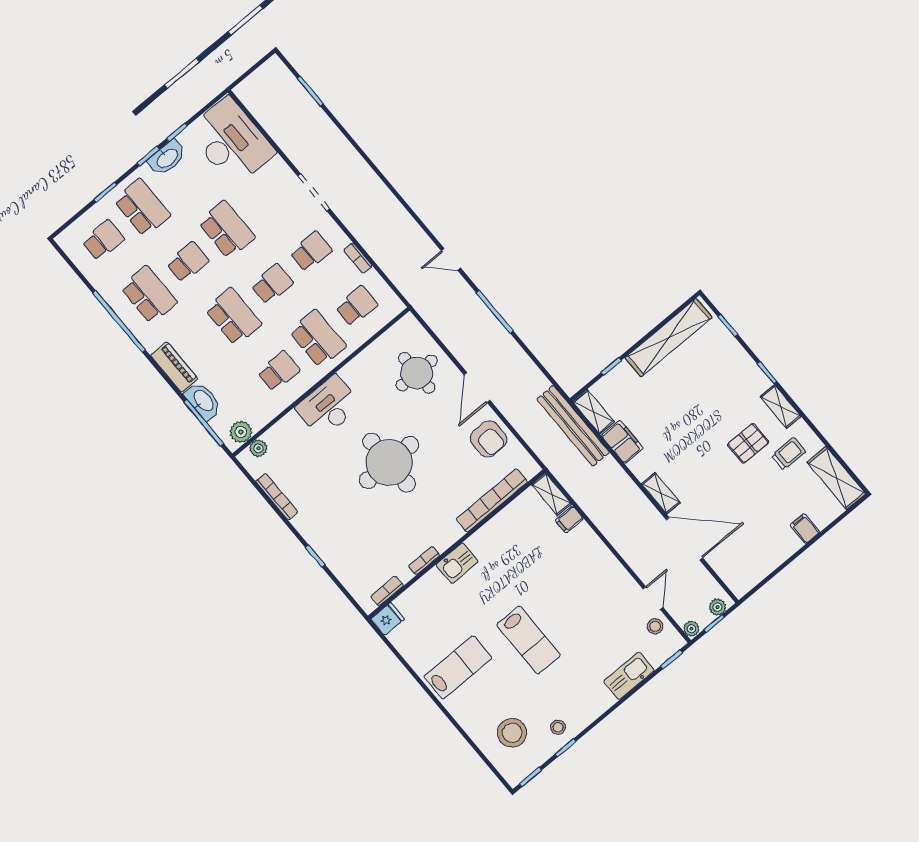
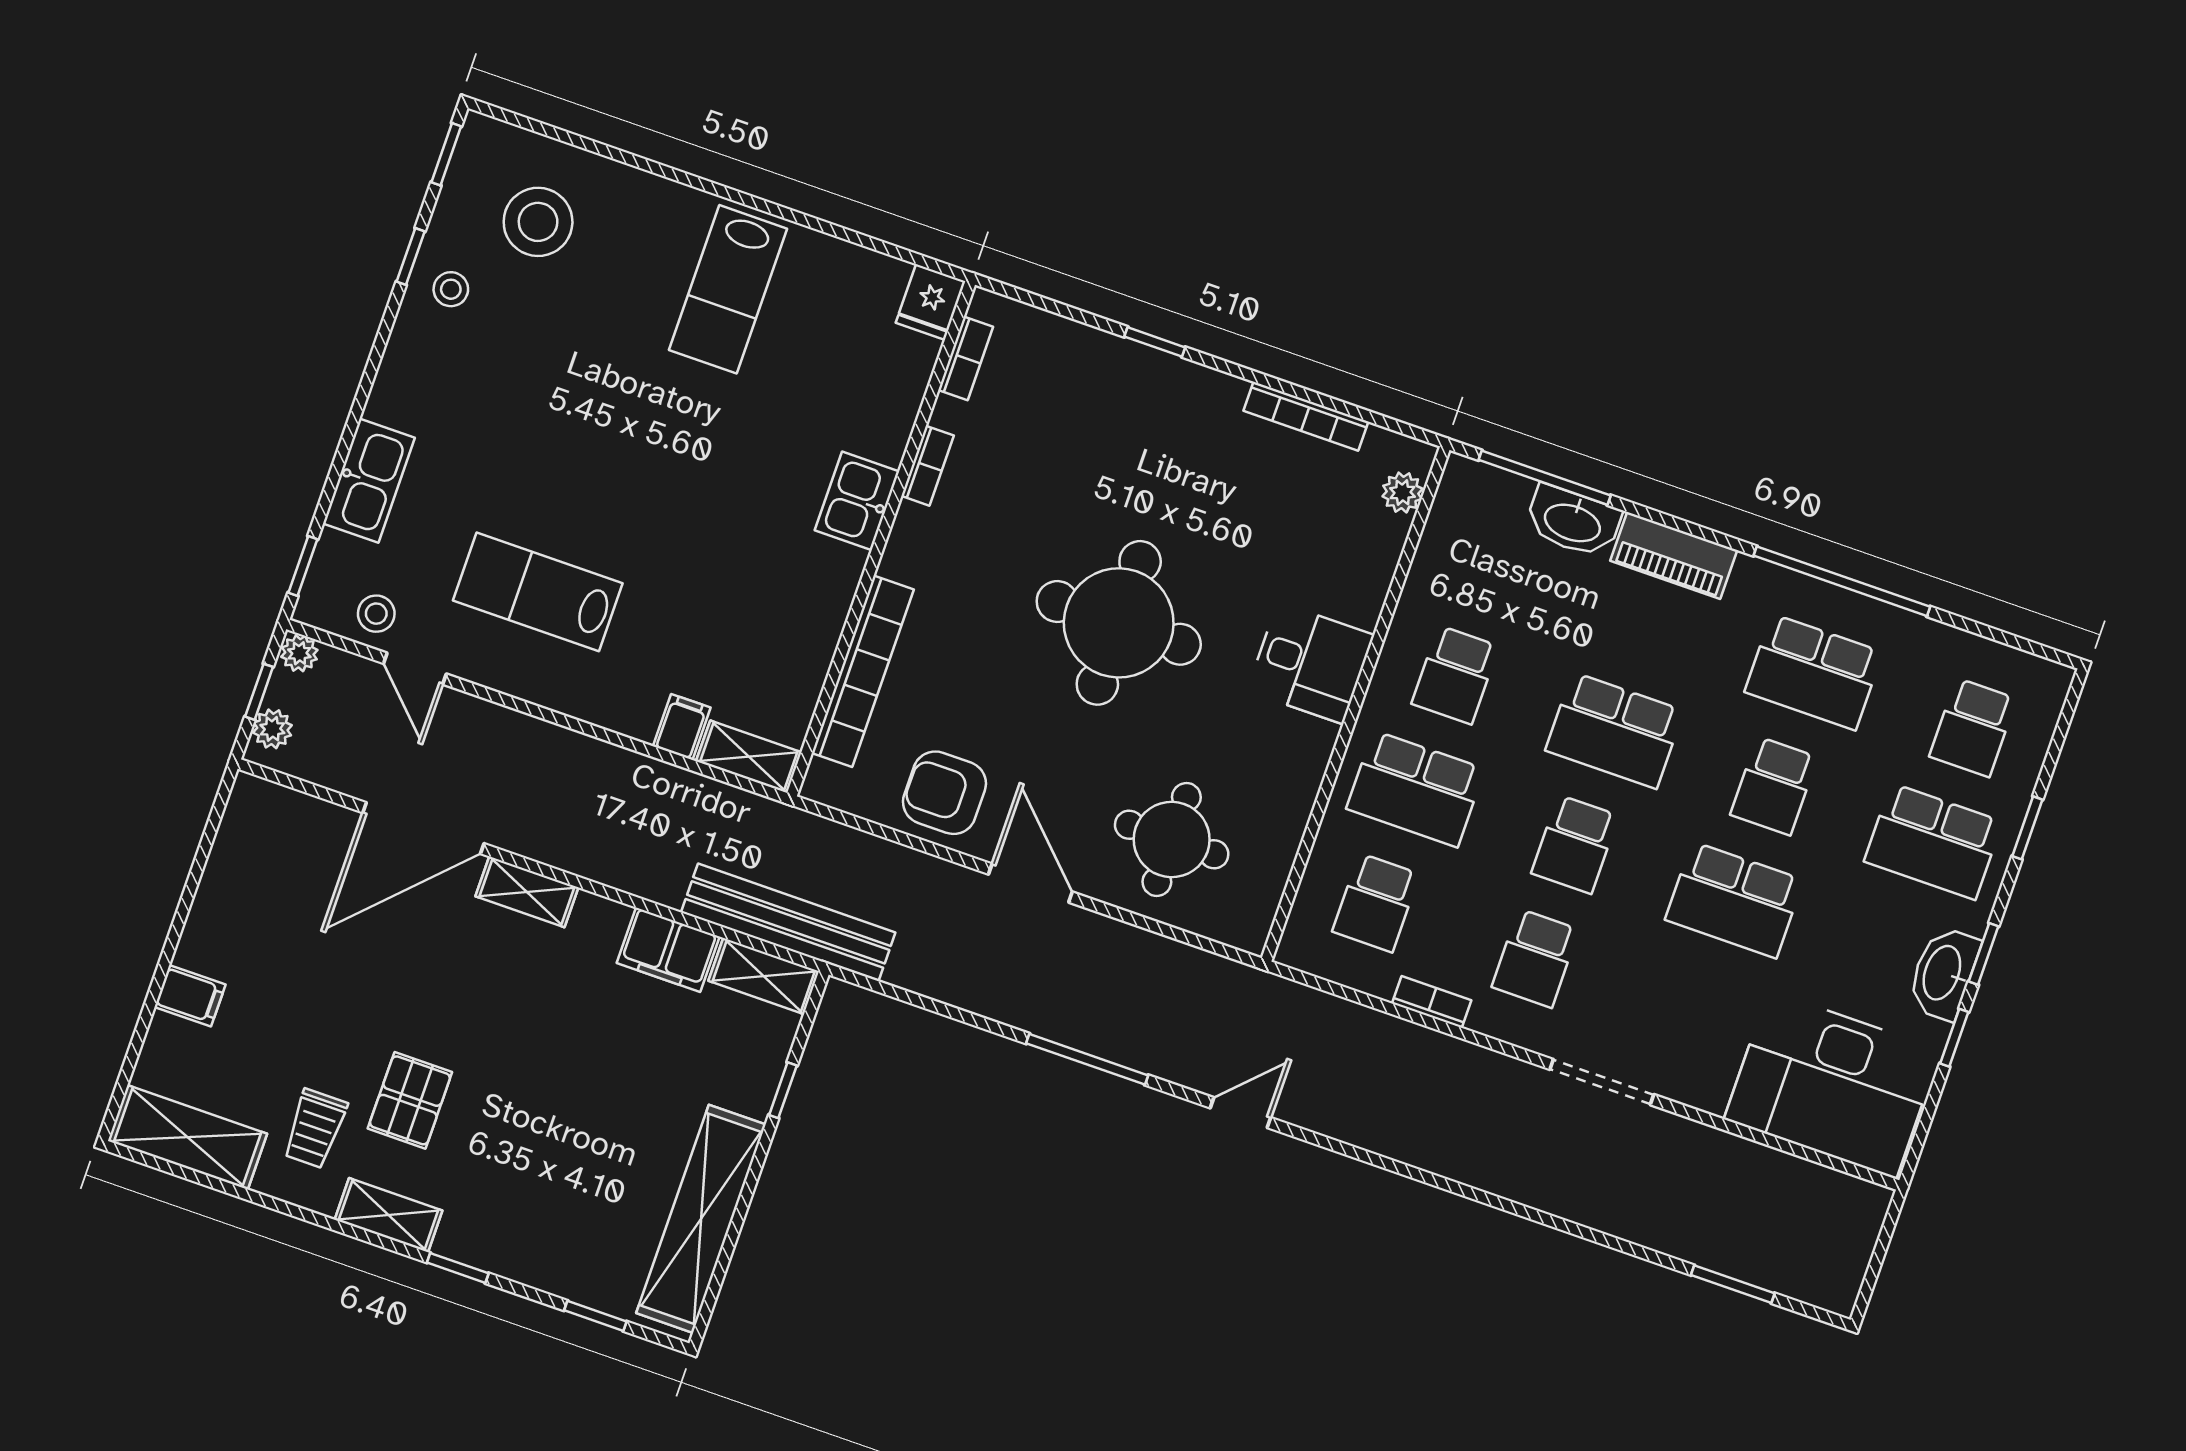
desk: (328, 407) -> (1311, 663), width x0.73
plant: (241, 432) -> (1458, 505), removed
lab bench: (529, 640) -> (538, 592), moved

